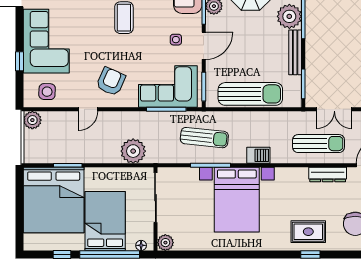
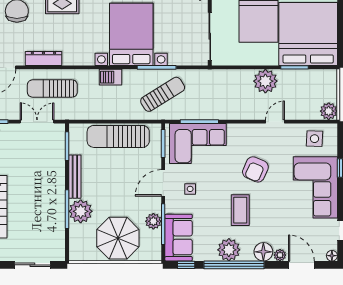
armchair: (111, 82) -> (255, 169), moved
sun lounger: (204, 138) -> (163, 94), turned 142
plant: (133, 151) -> (265, 81), moved

